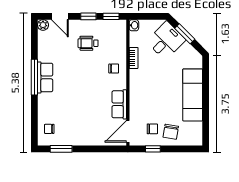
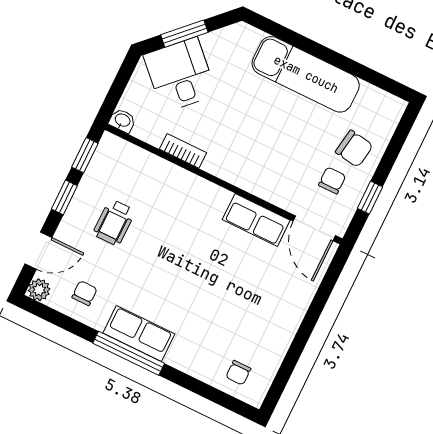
chair: (114, 69) -> (85, 293), moved
window: (61, 149) -> (287, 369), removed

